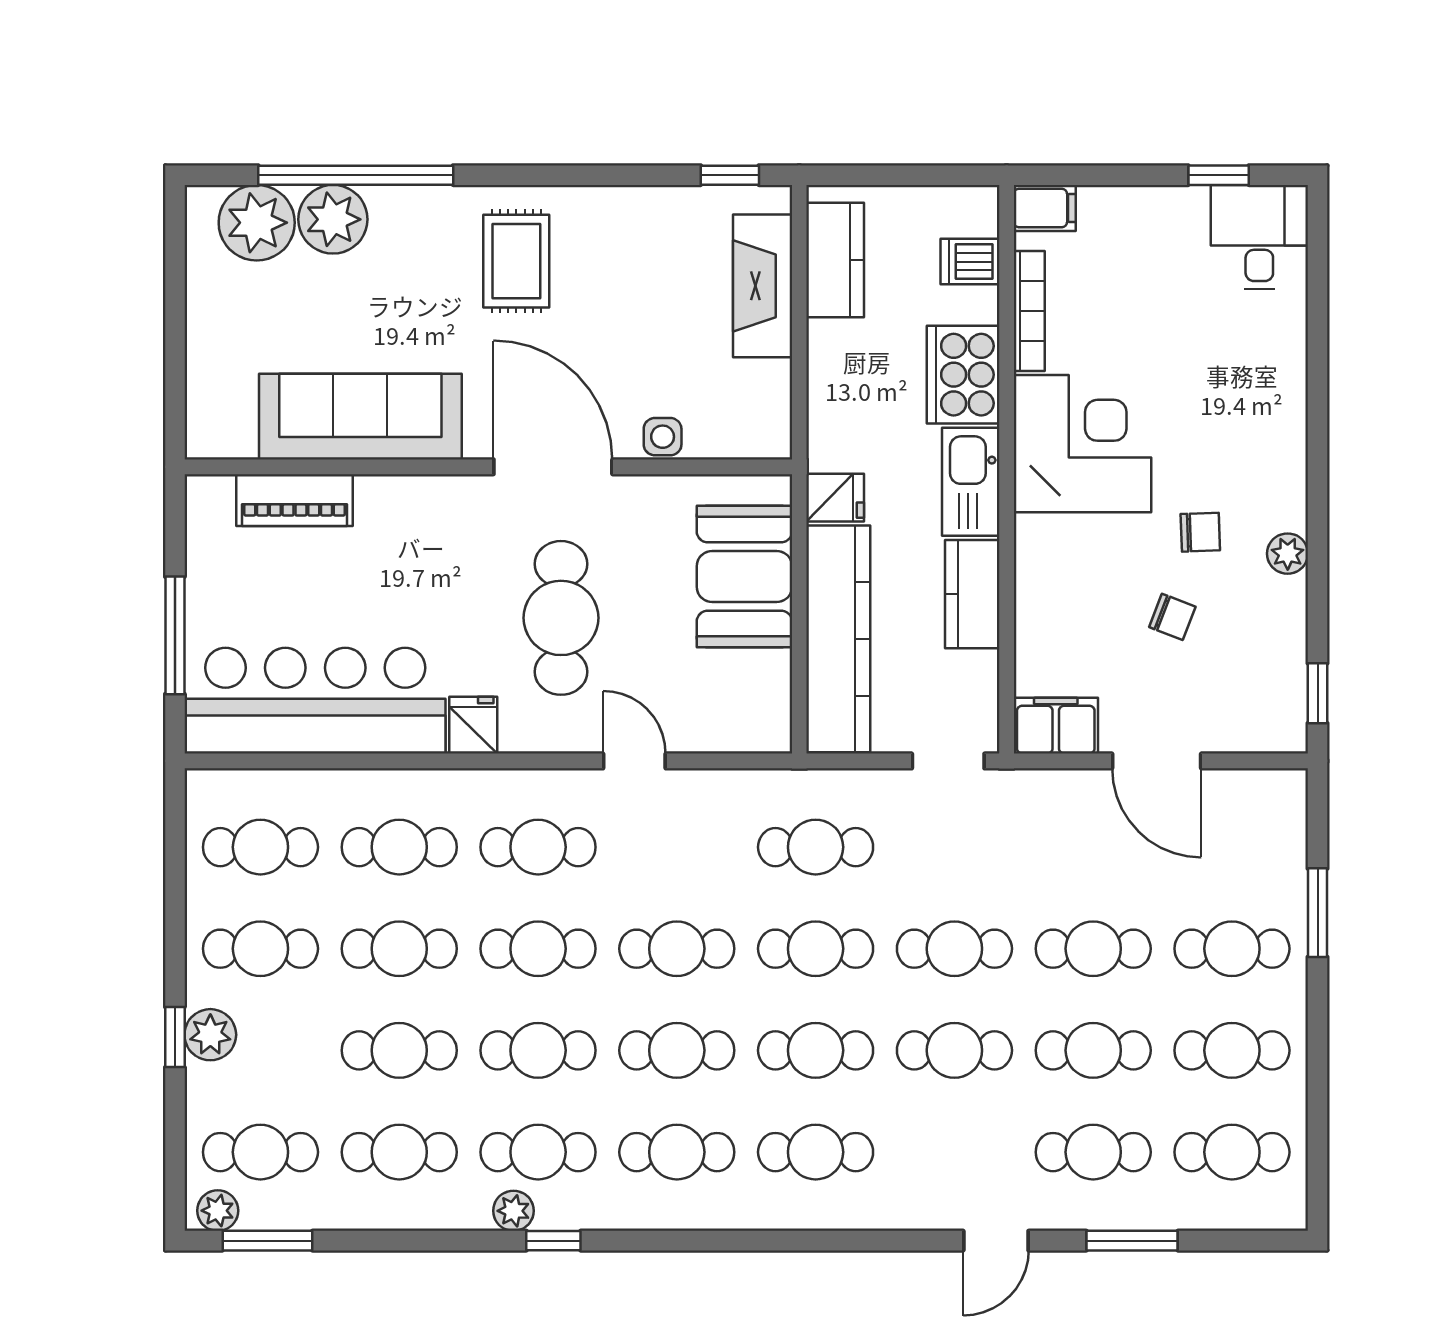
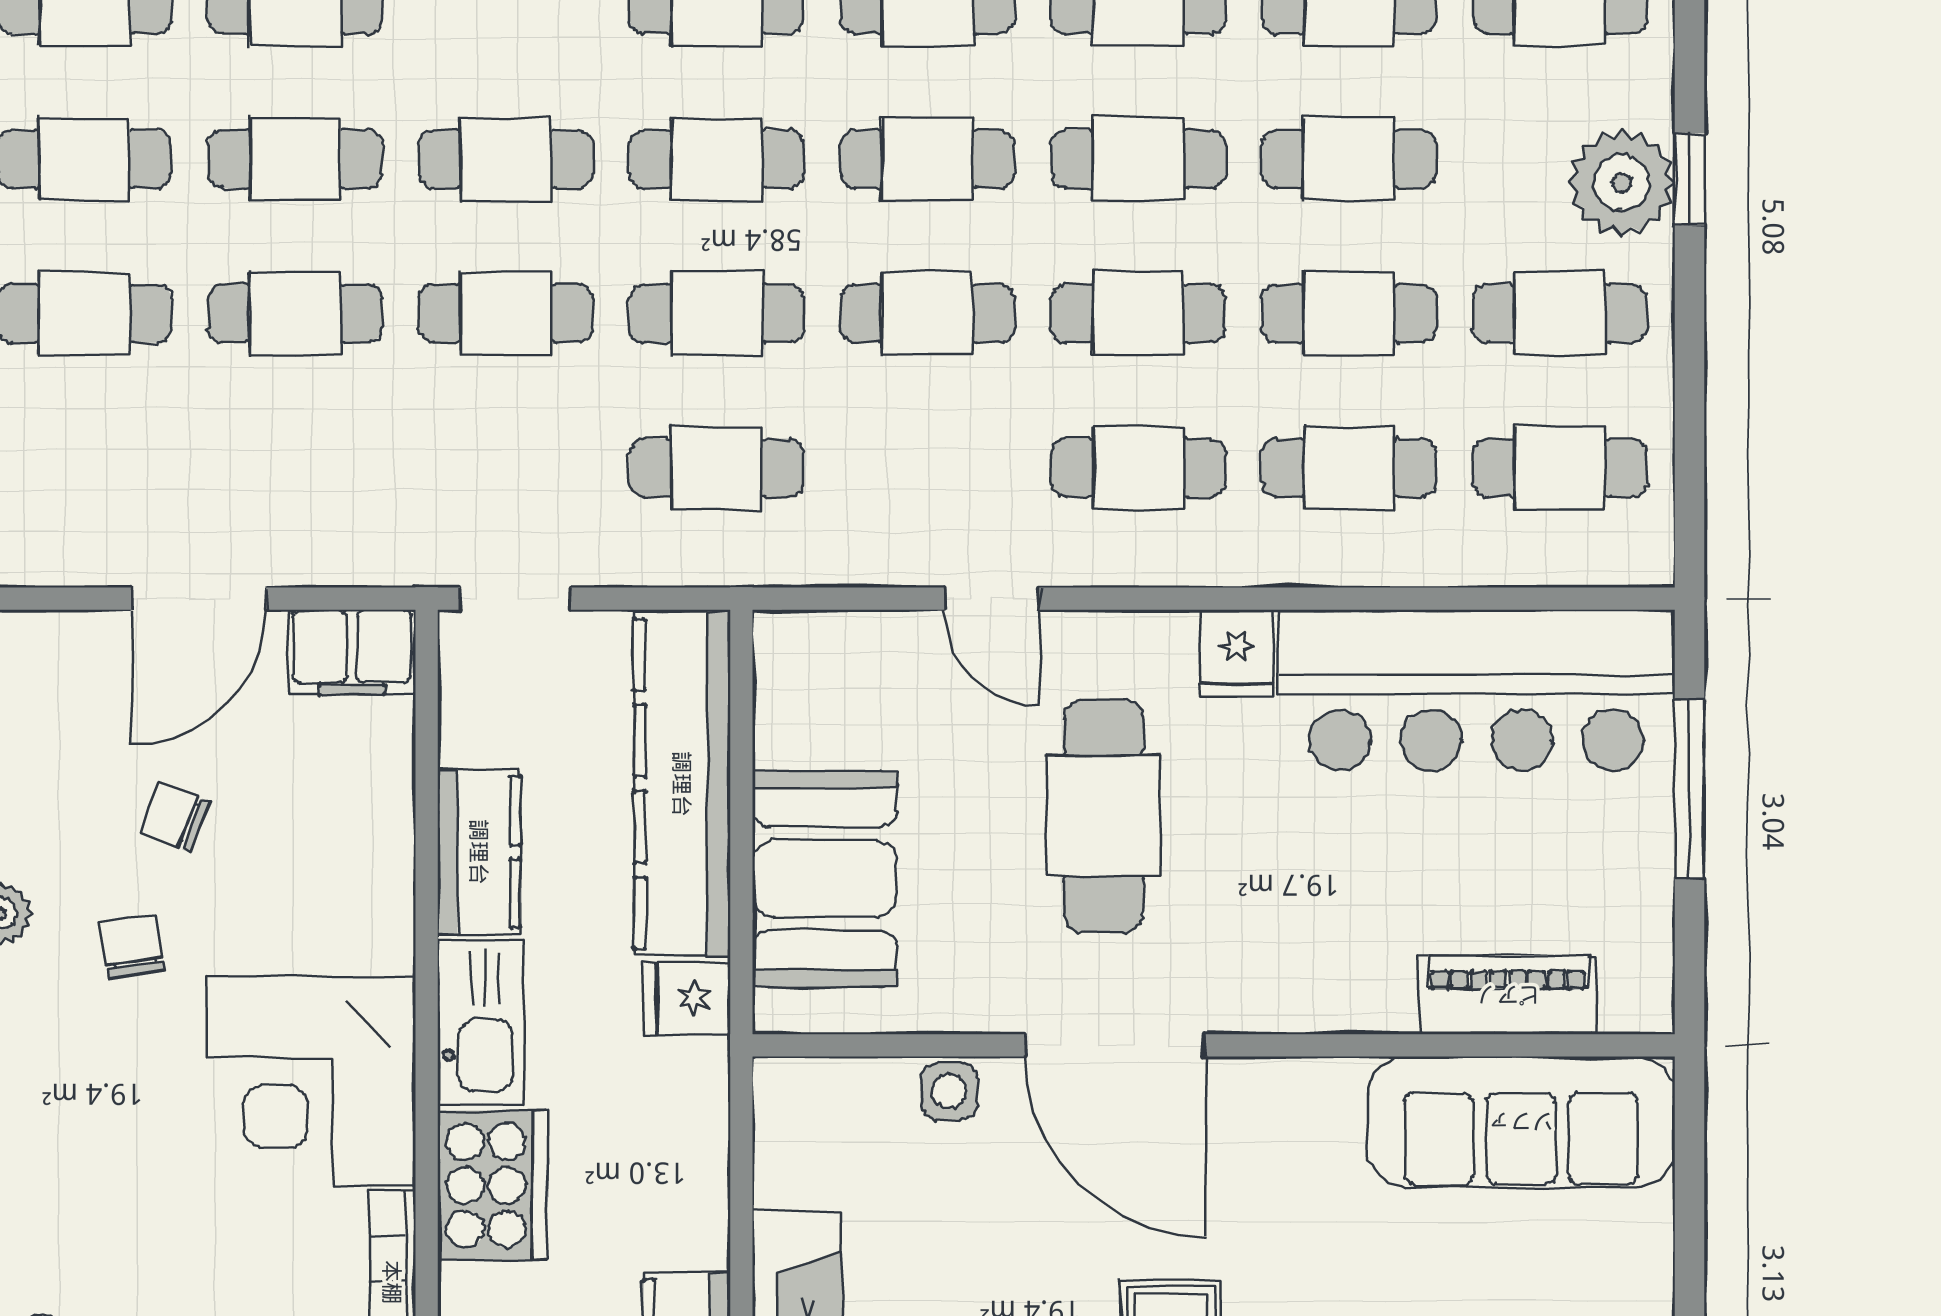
sofa: (360, 417) -> (1521, 1122), moved
chair: (1200, 532) -> (132, 946), turned 83
door: (1157, 761) -> (199, 599), swing flipped
plant: (210, 1035) -> (1622, 183), width x1.36, depth x1.36

